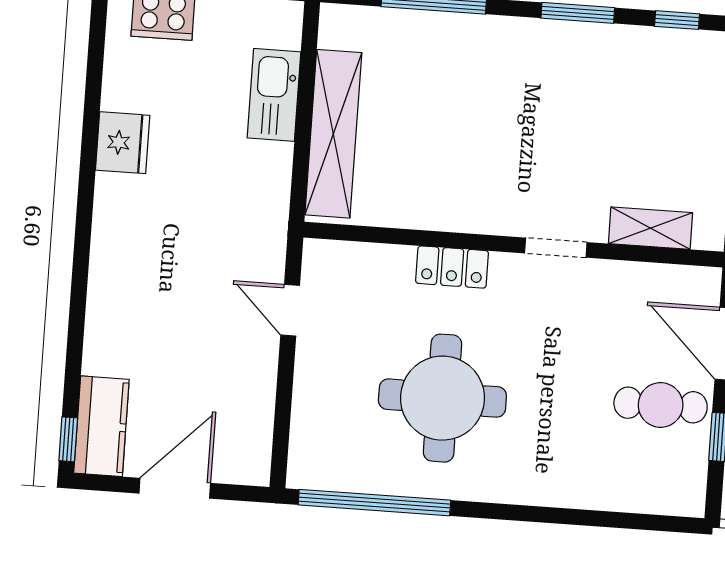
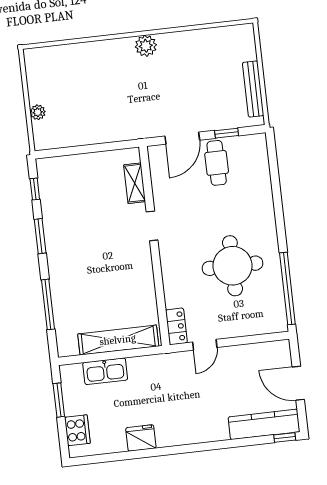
locker: (452, 267) -> (176, 326), moved
kitchen counter: (101, 426) -> (264, 424), width x1.50

